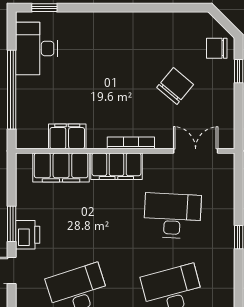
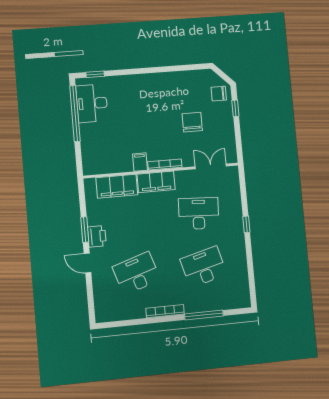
chair: (175, 86) -> (192, 122), turned -40
window: (12, 90) -> (75, 114), moved
filing cabinet: (67, 136) -> (140, 162), moved, width x0.50

